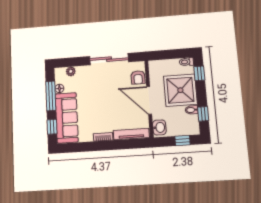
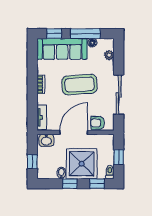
window: (171, 54) -> (119, 157), added
coffee table: (101, 98) -> (79, 85), added
window: (203, 114) -> (70, 184), moved
tv unit: (131, 134) -> (42, 117), width x0.71

